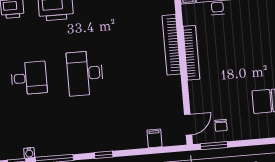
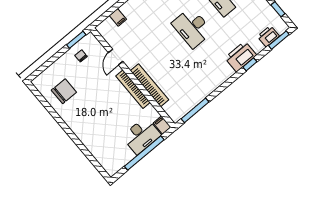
desk: (85, 73) -> (192, 28), turned 180
door: (188, 125) -> (116, 57), moved

